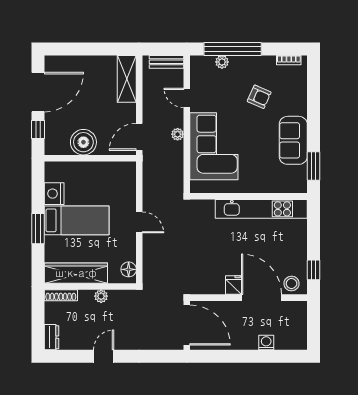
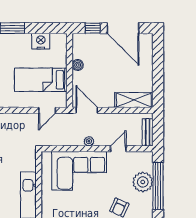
plant: (222, 62) -> (143, 182), width x1.87, depth x1.87
boiler: (83, 142) -> (78, 65), width x0.54, depth x0.54
bed: (77, 220) -> (41, 80), moved, turned 90
door: (139, 222) -> (47, 110), moved

